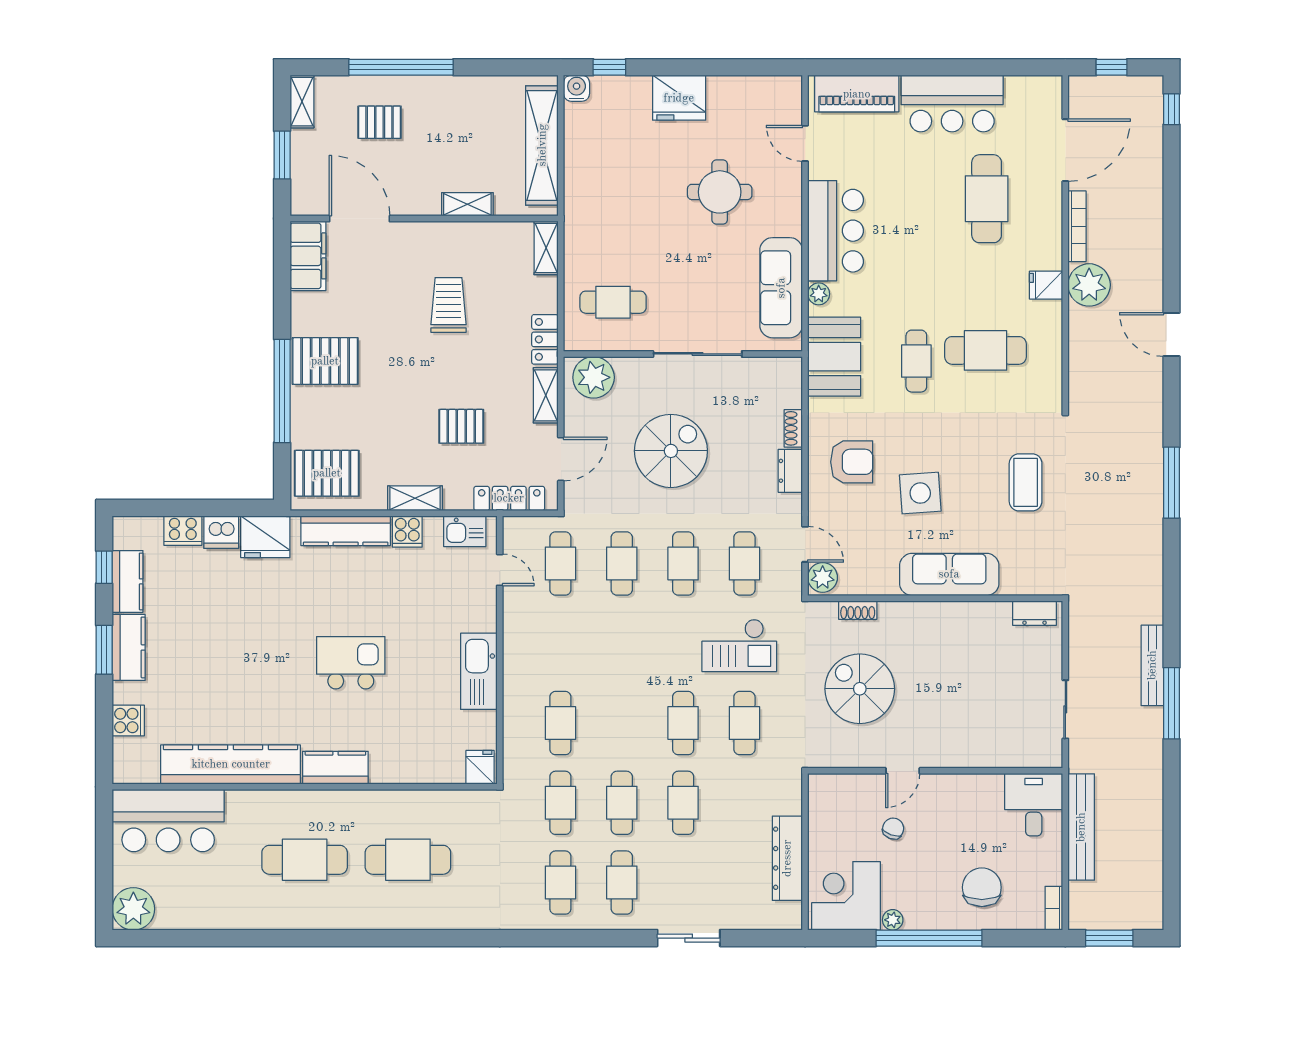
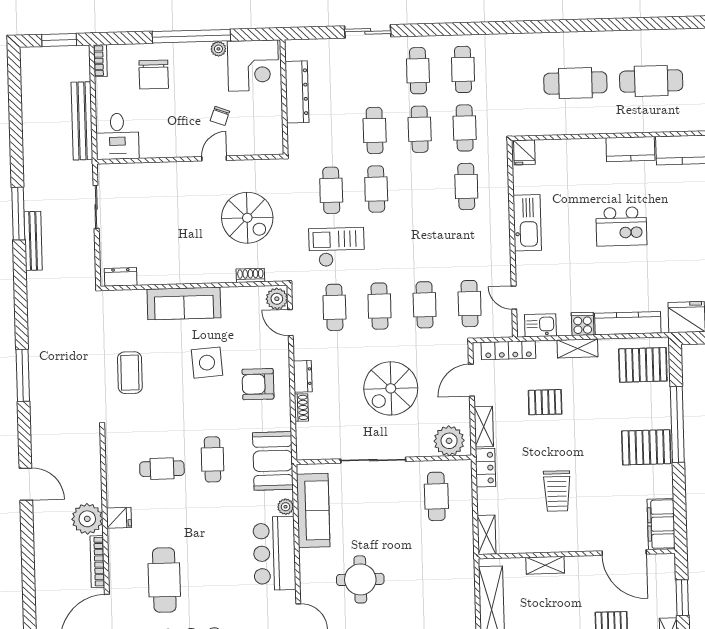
cafe table: (613, 302) -> (436, 496), turned 90
cafe table: (986, 350) -> (162, 469), width x0.73, depth x0.74

